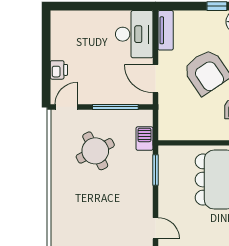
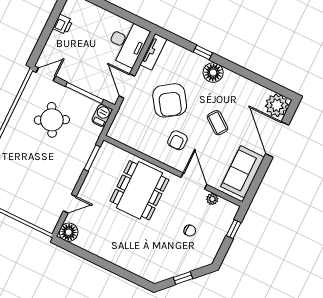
printer: (59, 70) -> (63, 24), moved
barbecue: (144, 139) -> (102, 115), moved
door: (155, 228) -> (70, 204), hinge flipped

